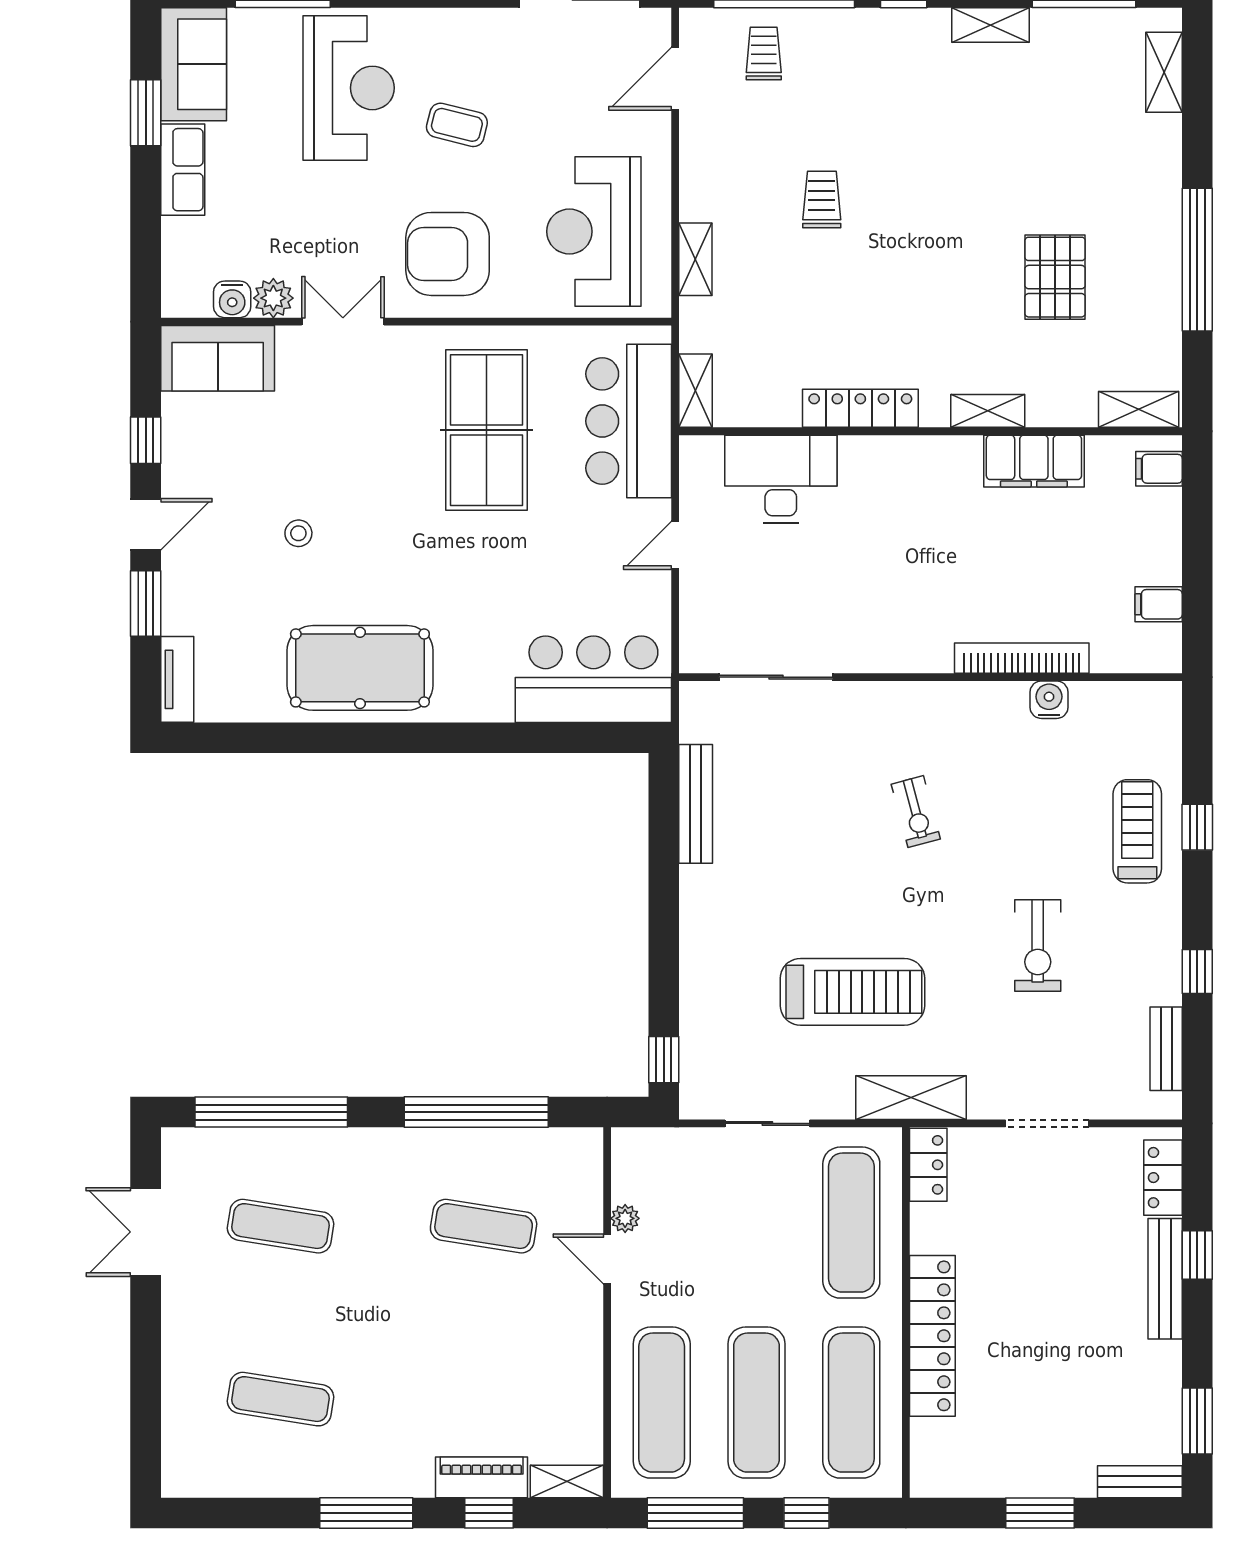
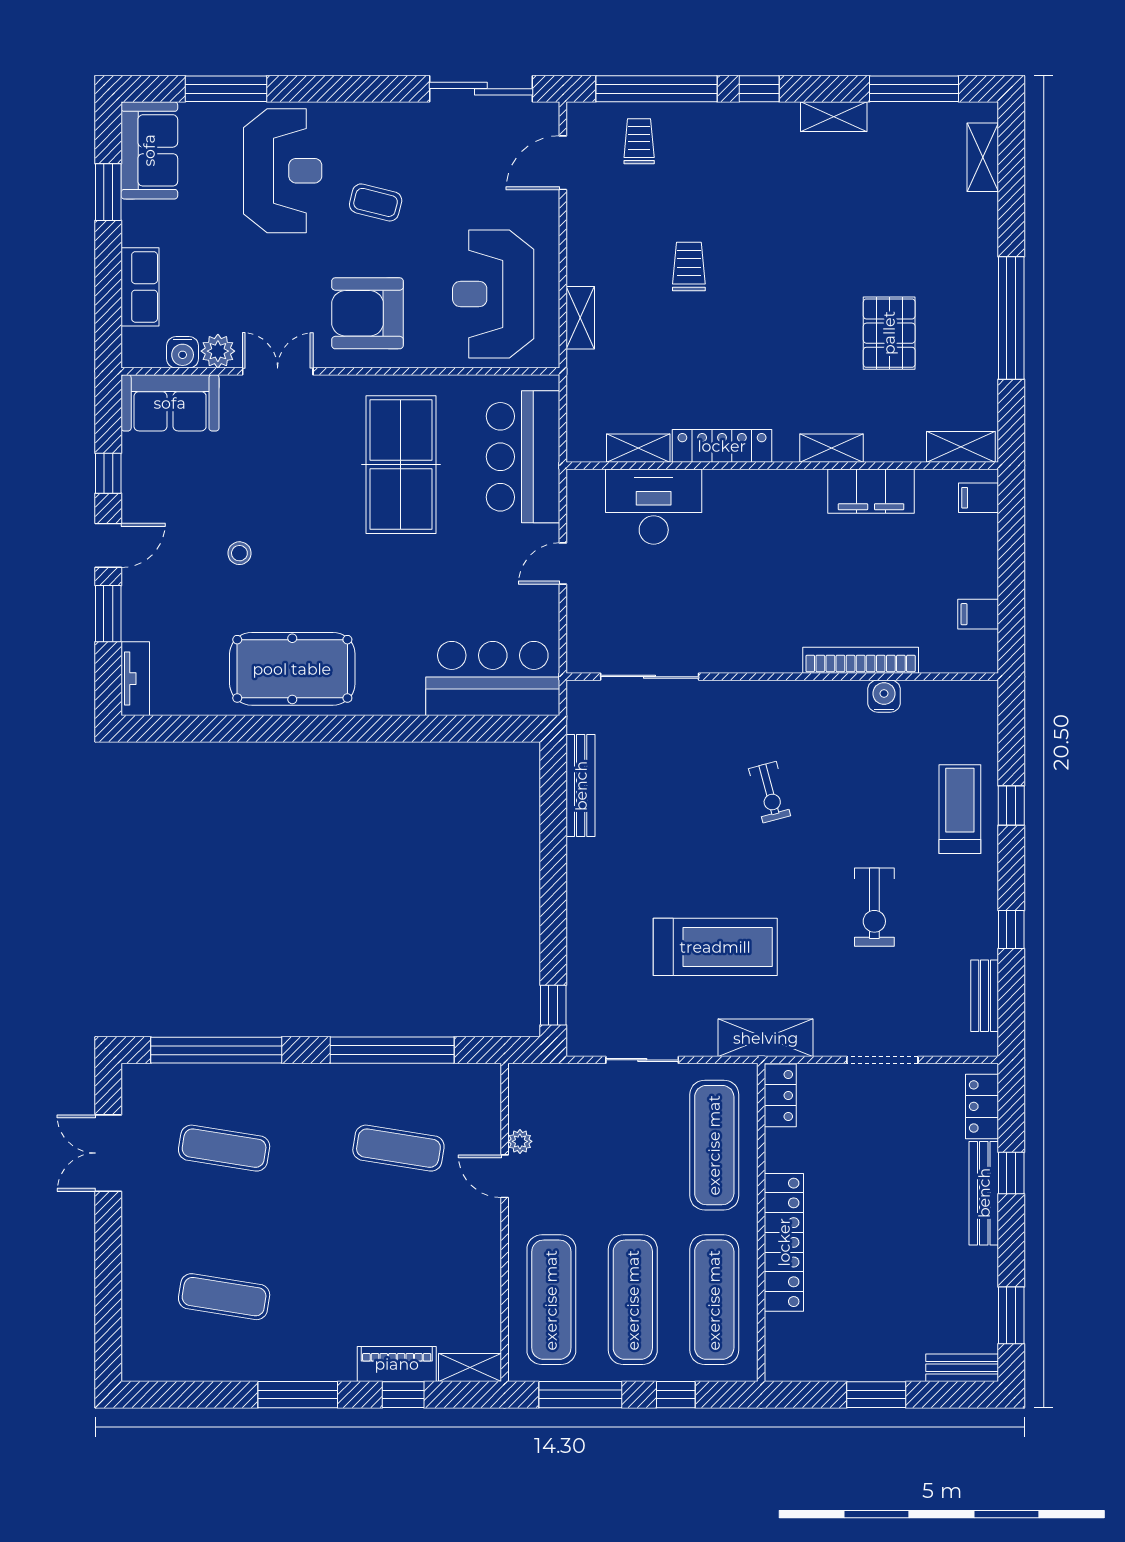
row of seats: (183, 170) -> (140, 287), moved
shelving: (696, 391) -> (638, 448), moved, turned 90

